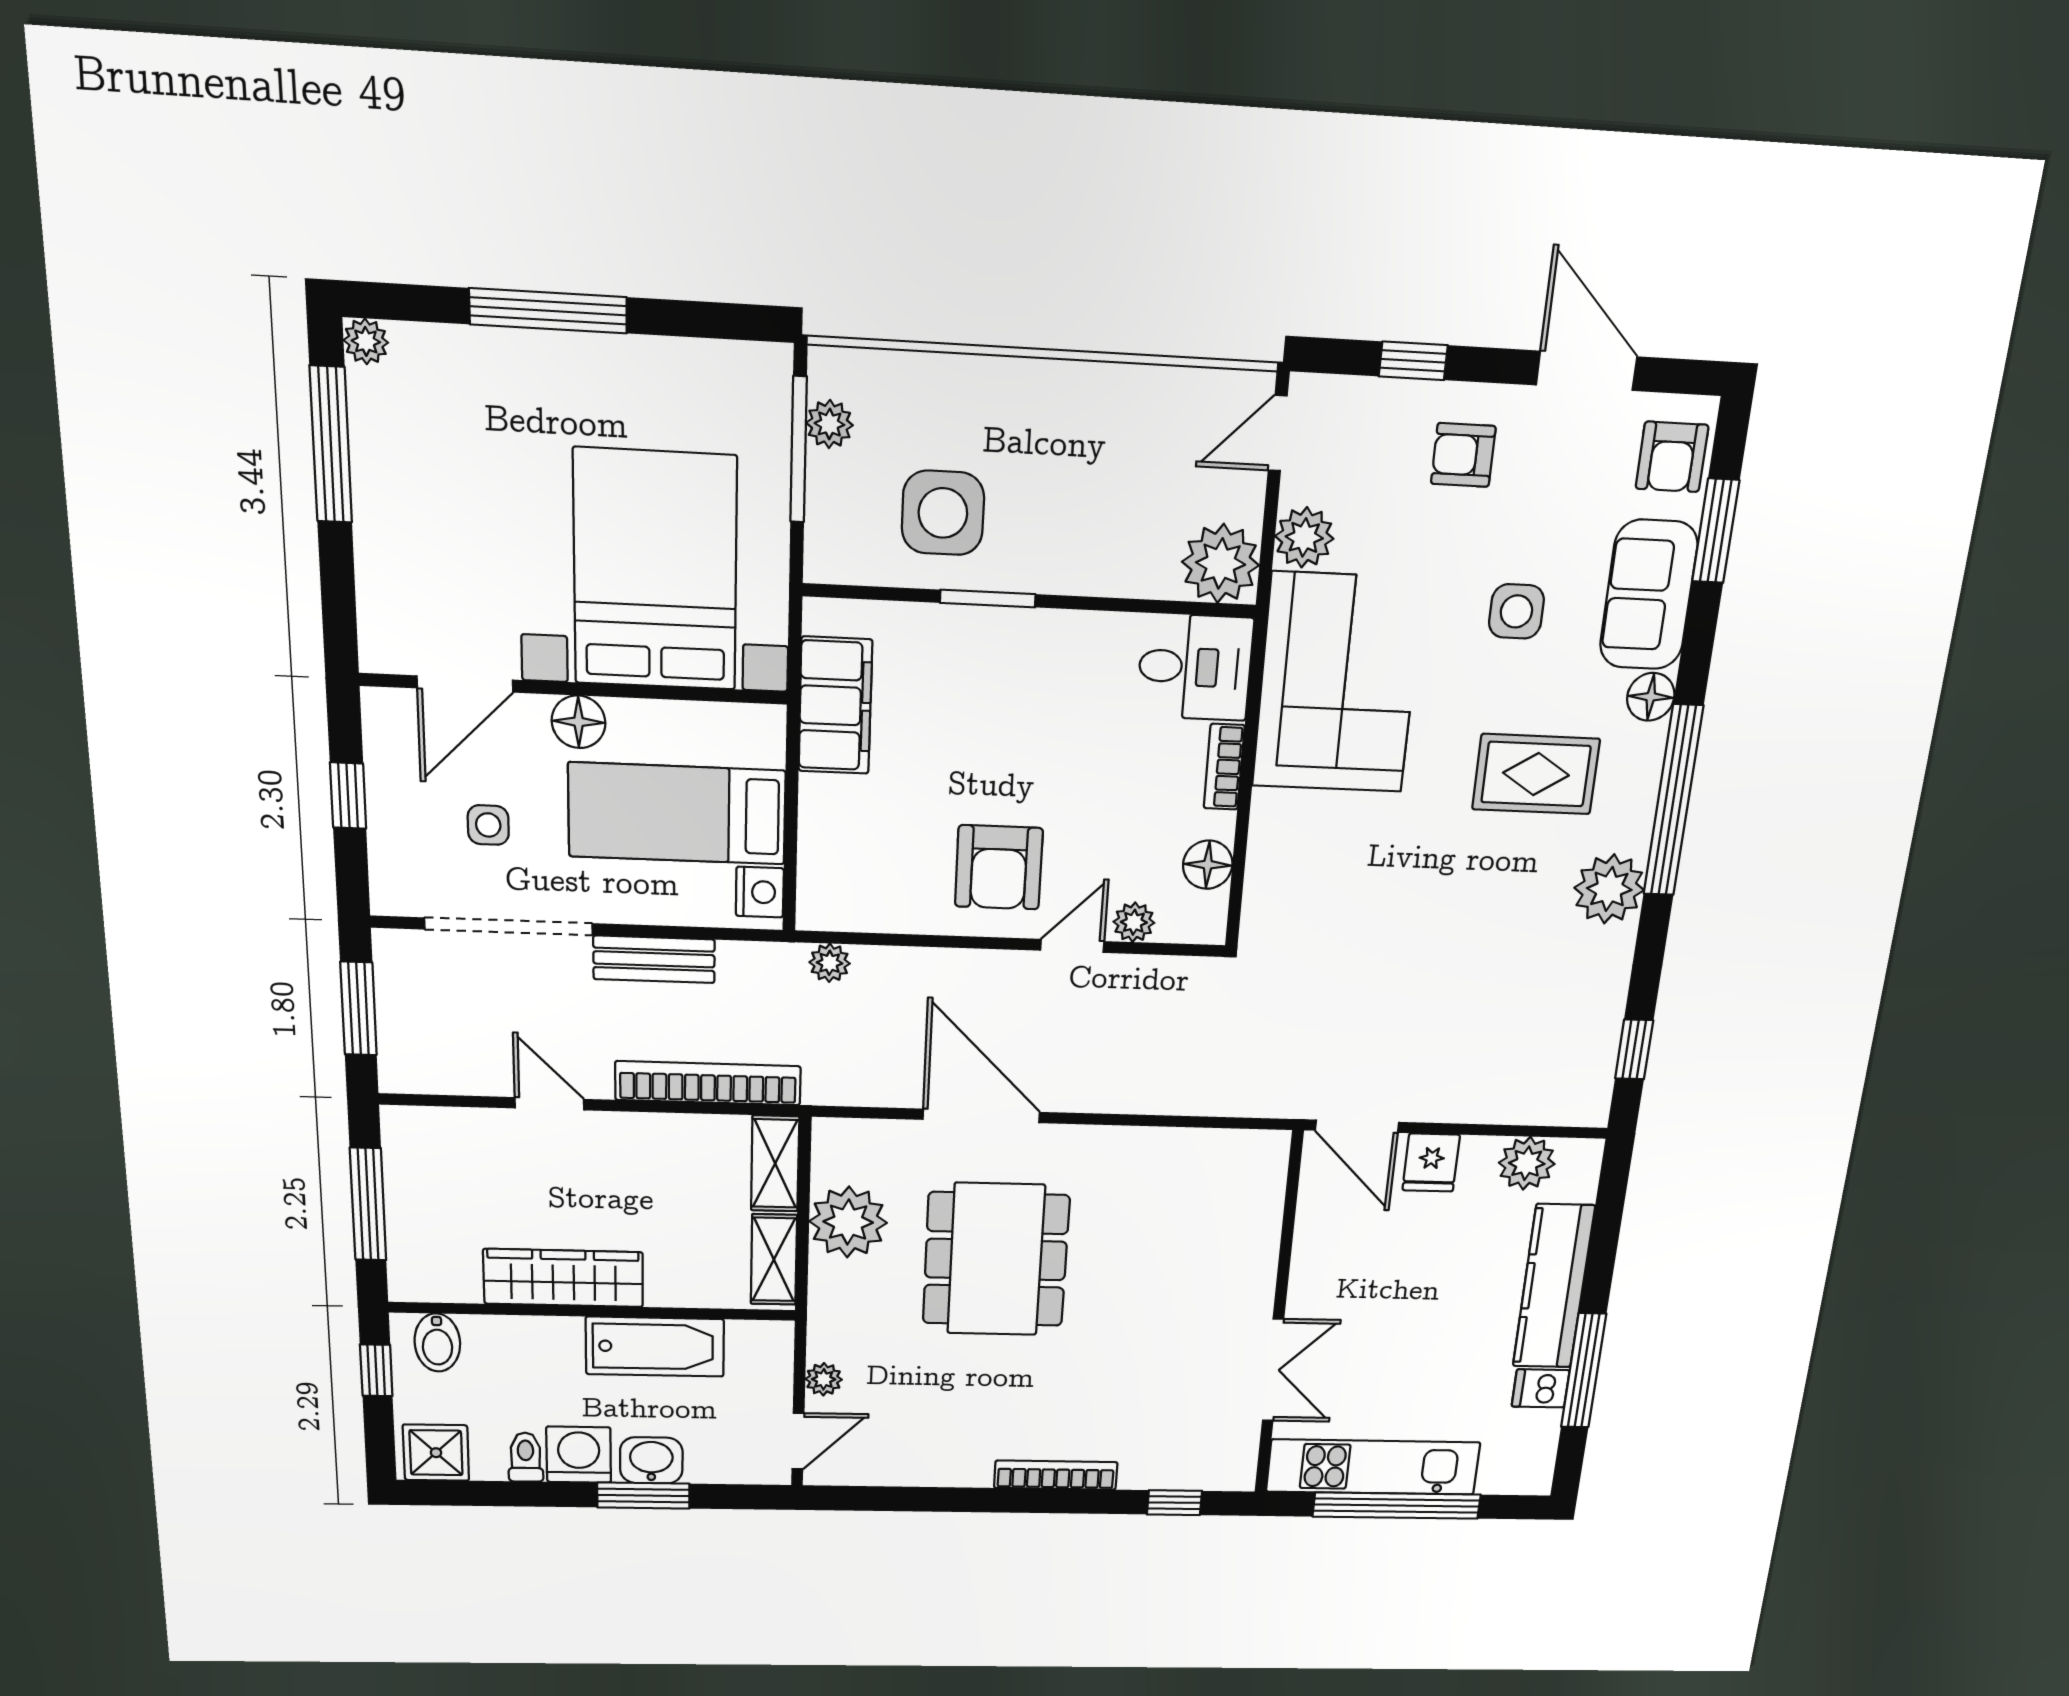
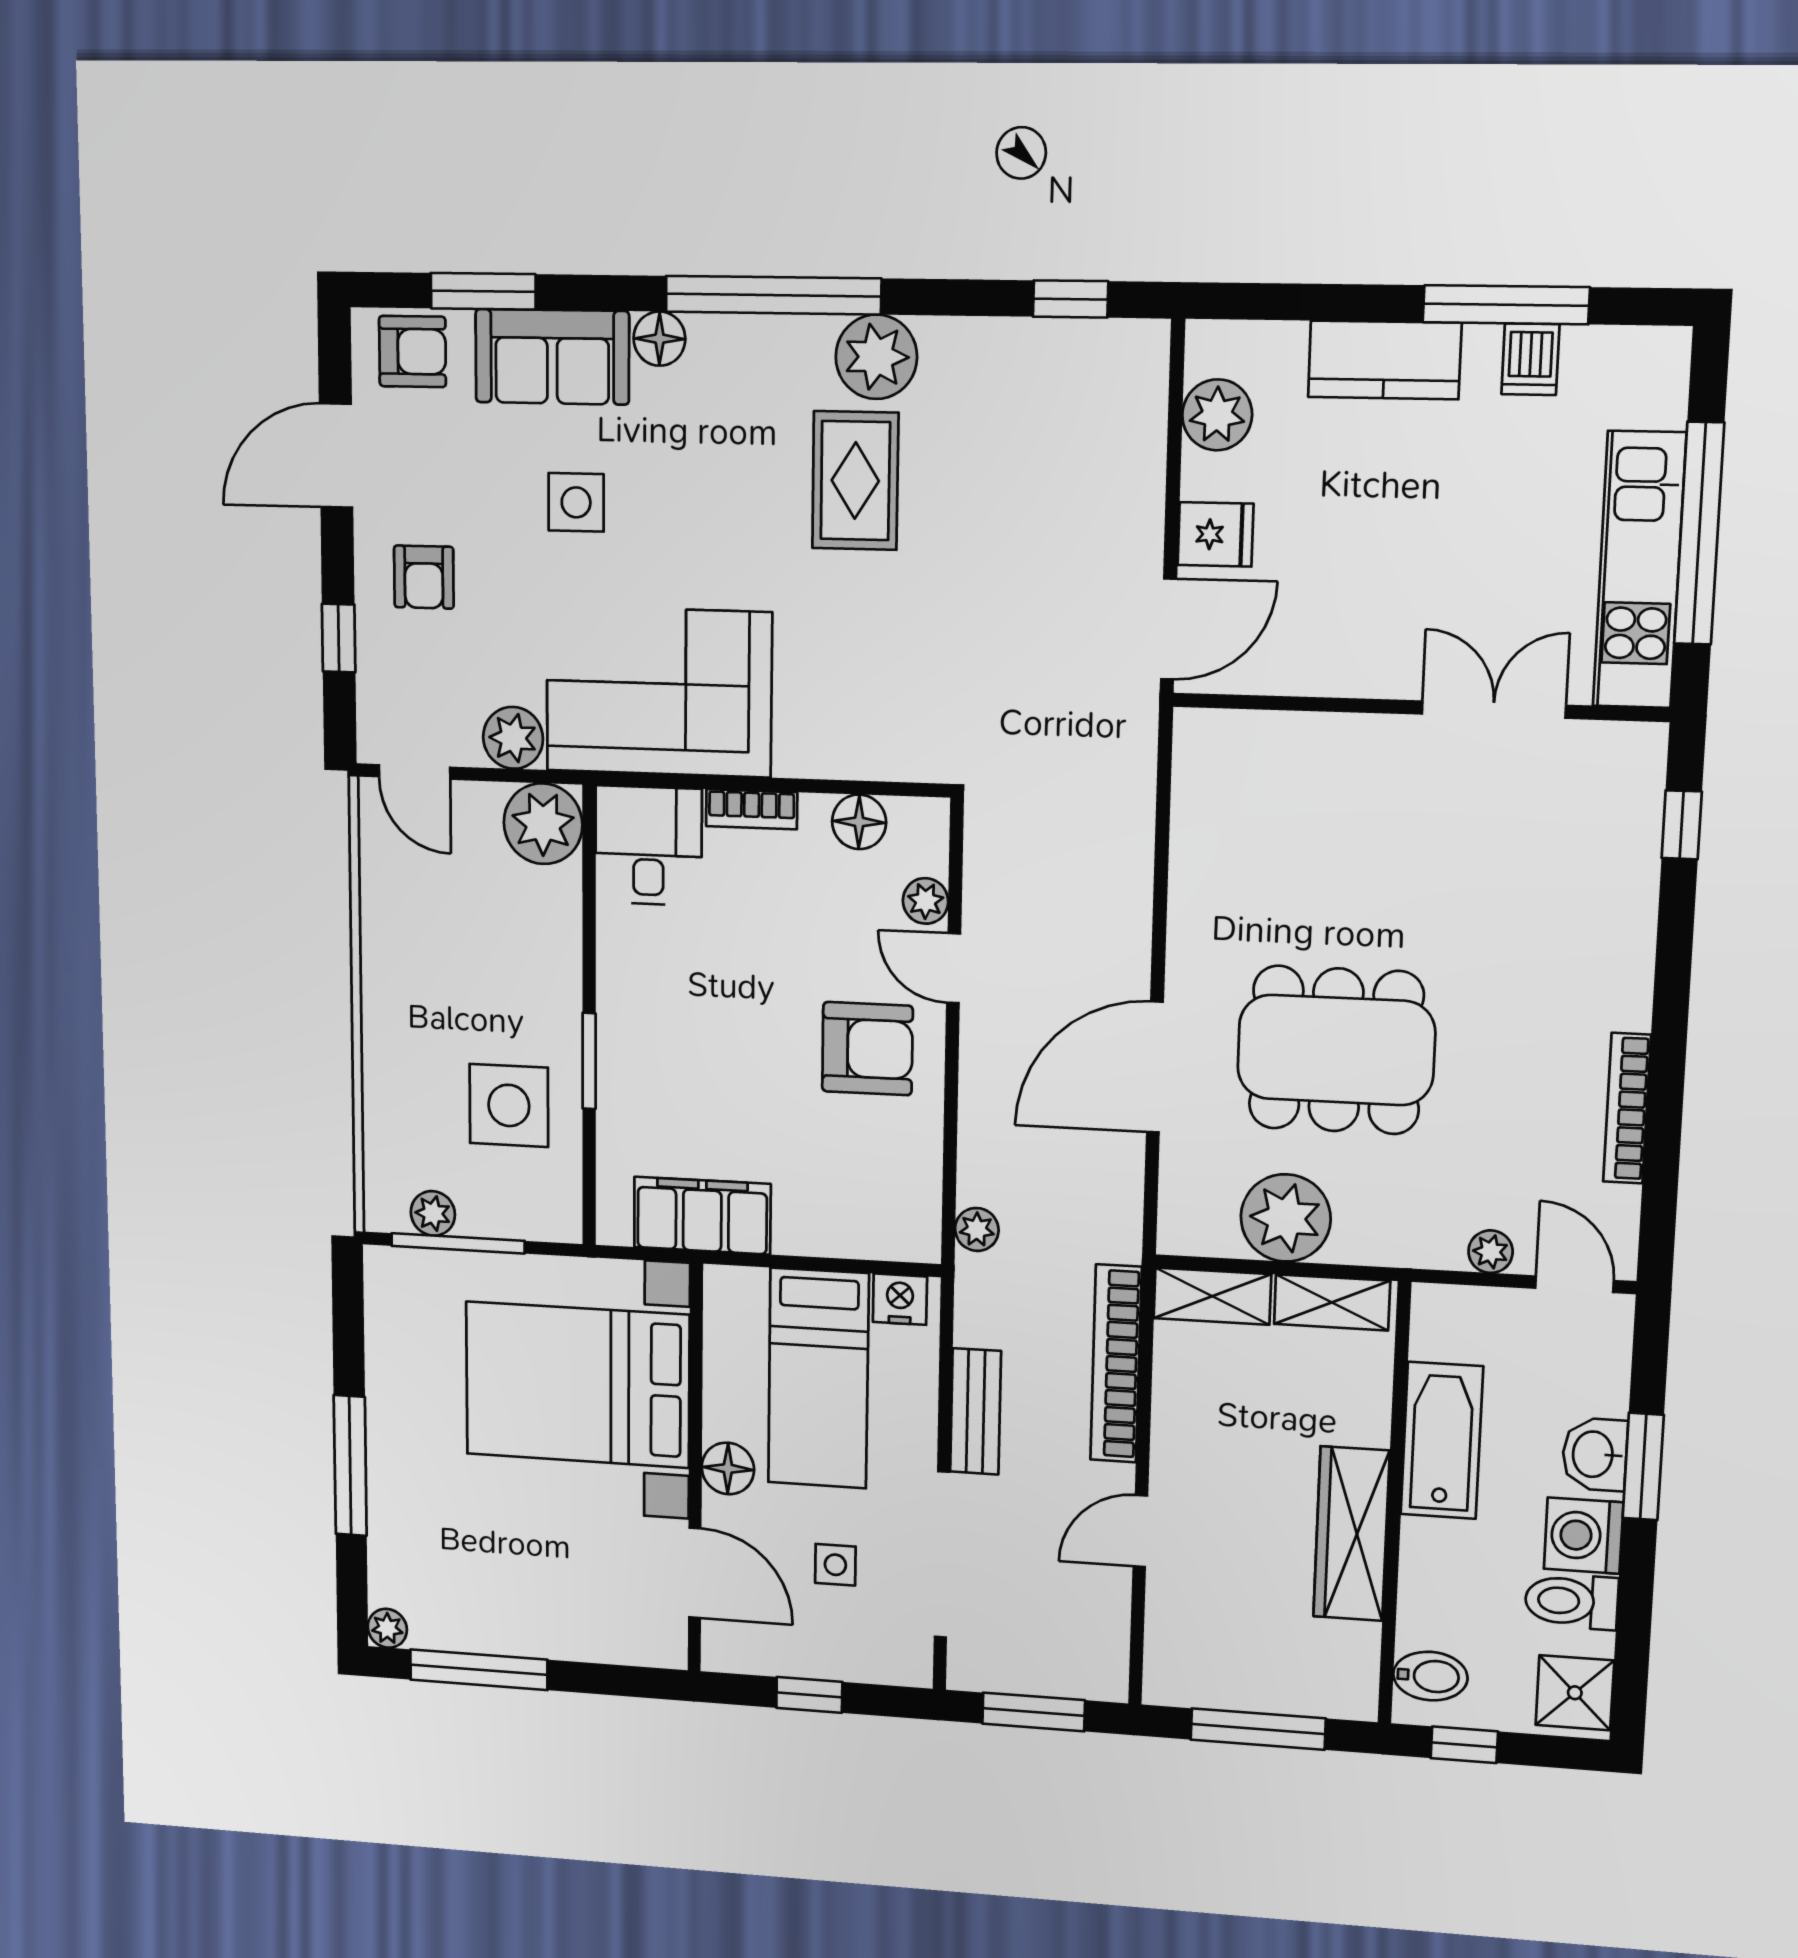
rug: (1536, 774) -> (855, 481), moved
kitchen counter: (1554, 1286) -> (1385, 360), width x0.67
toilet: (526, 1457) -> (1572, 1601), width x1.37, depth x1.39
bookcase: (1056, 1475) -> (1627, 1108), moved

